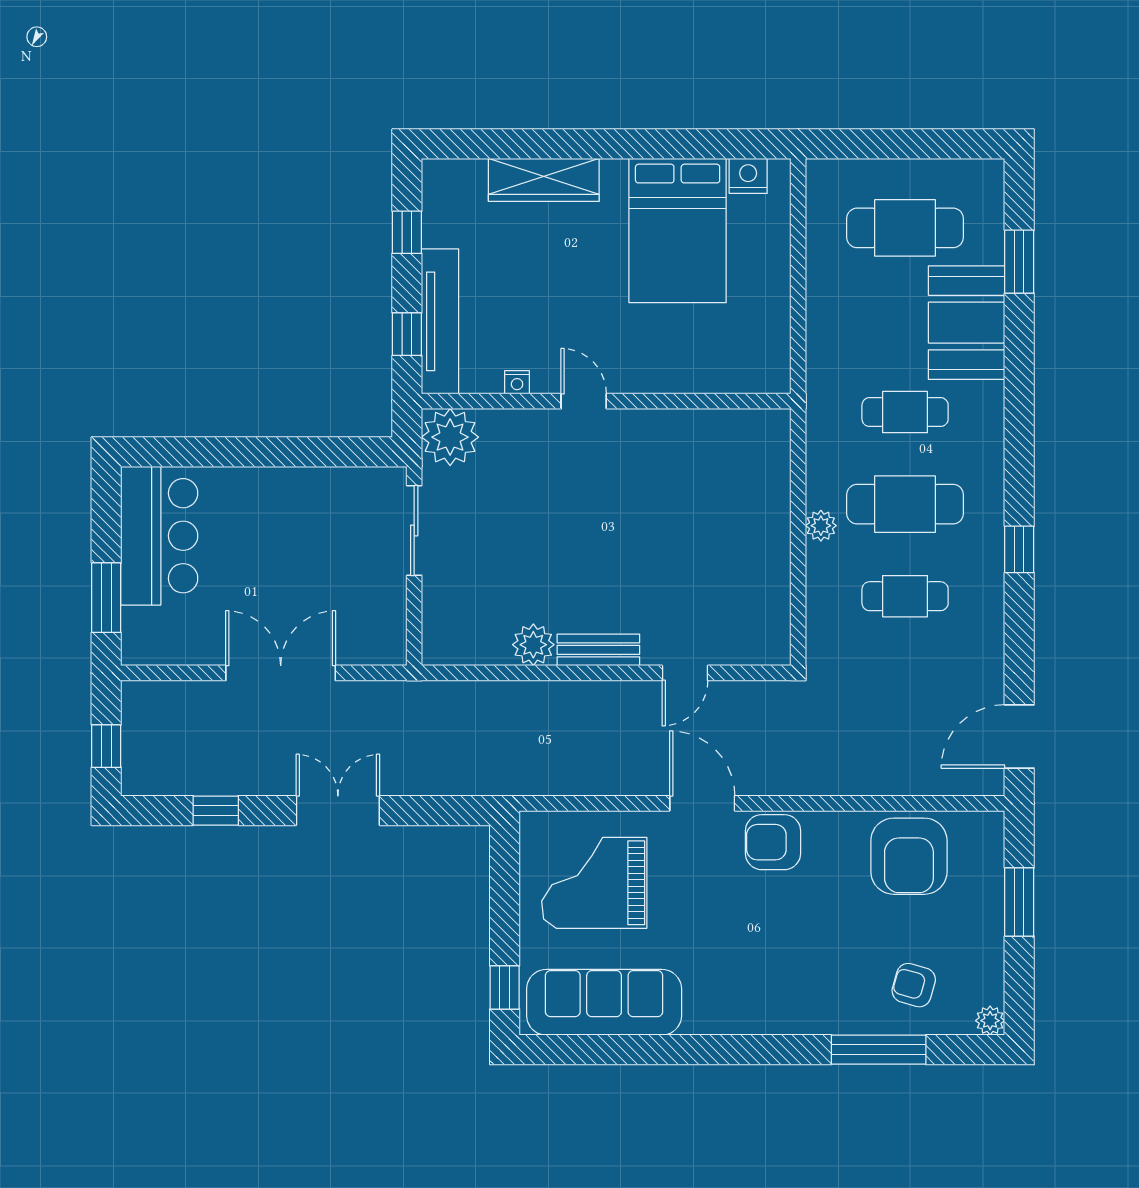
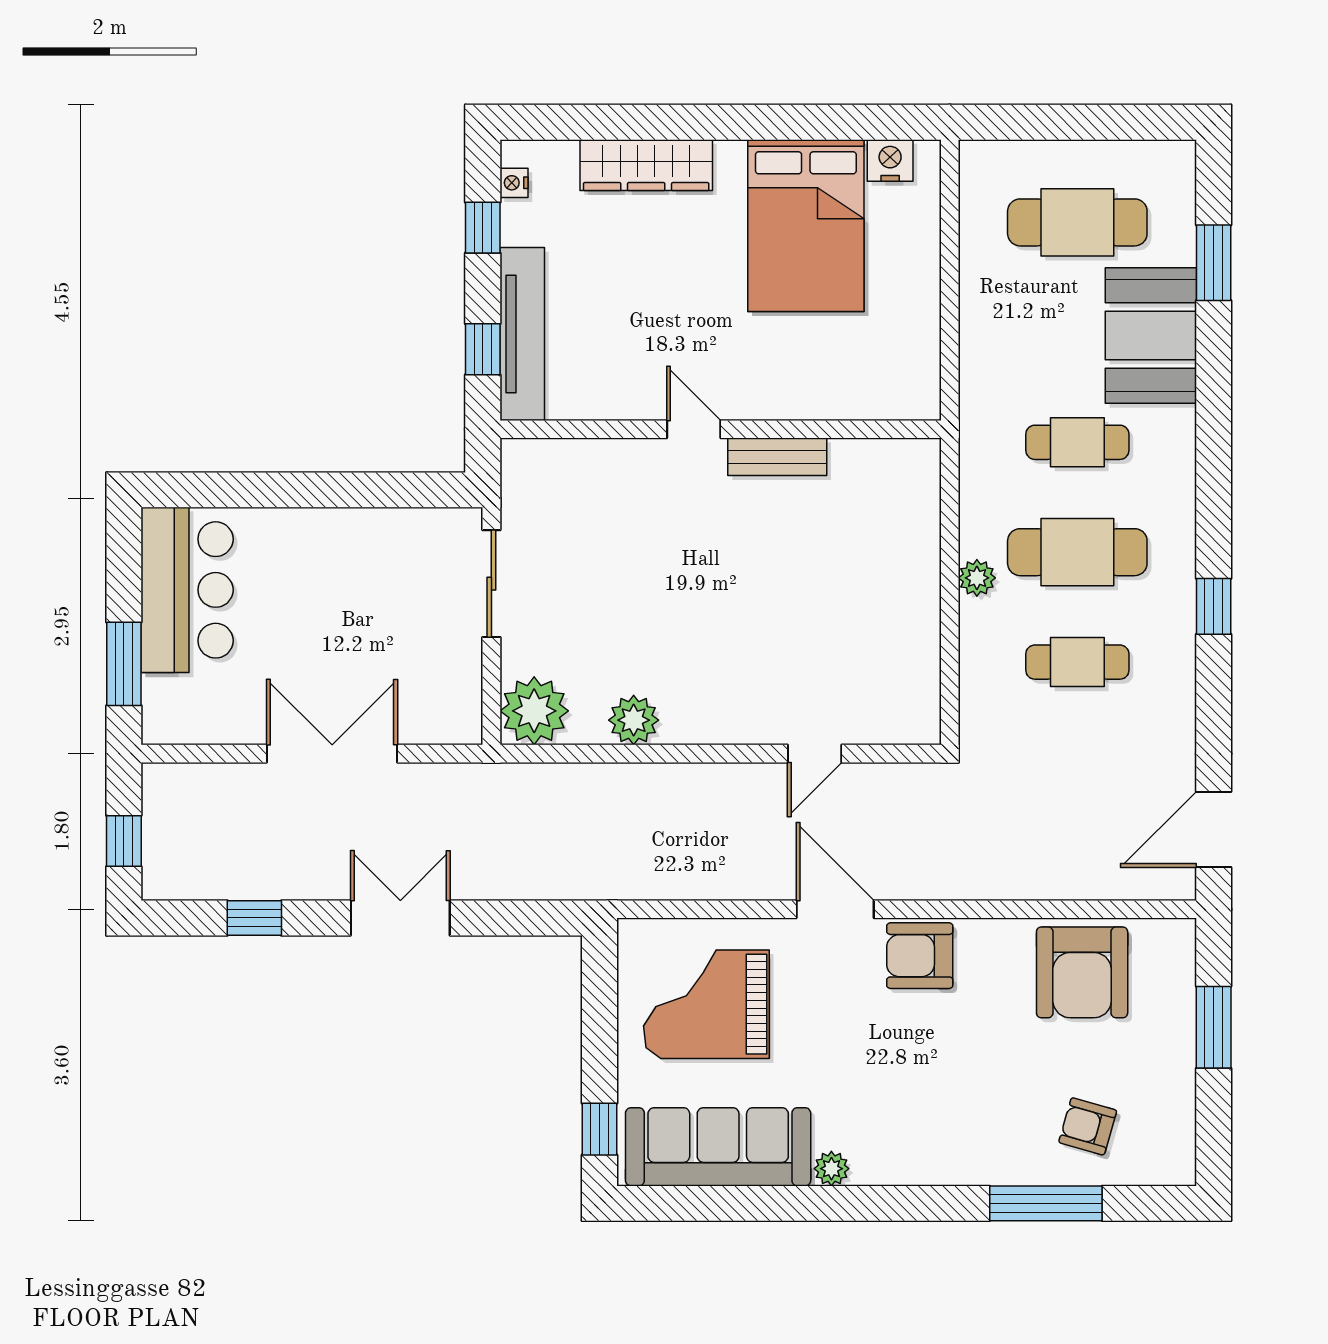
nightstand: (517, 382) -> (514, 183), moved, turned 90
plant: (450, 437) -> (534, 711), moved
bench: (598, 650) -> (777, 457), moved
plant: (990, 1021) -> (831, 1169), moved

